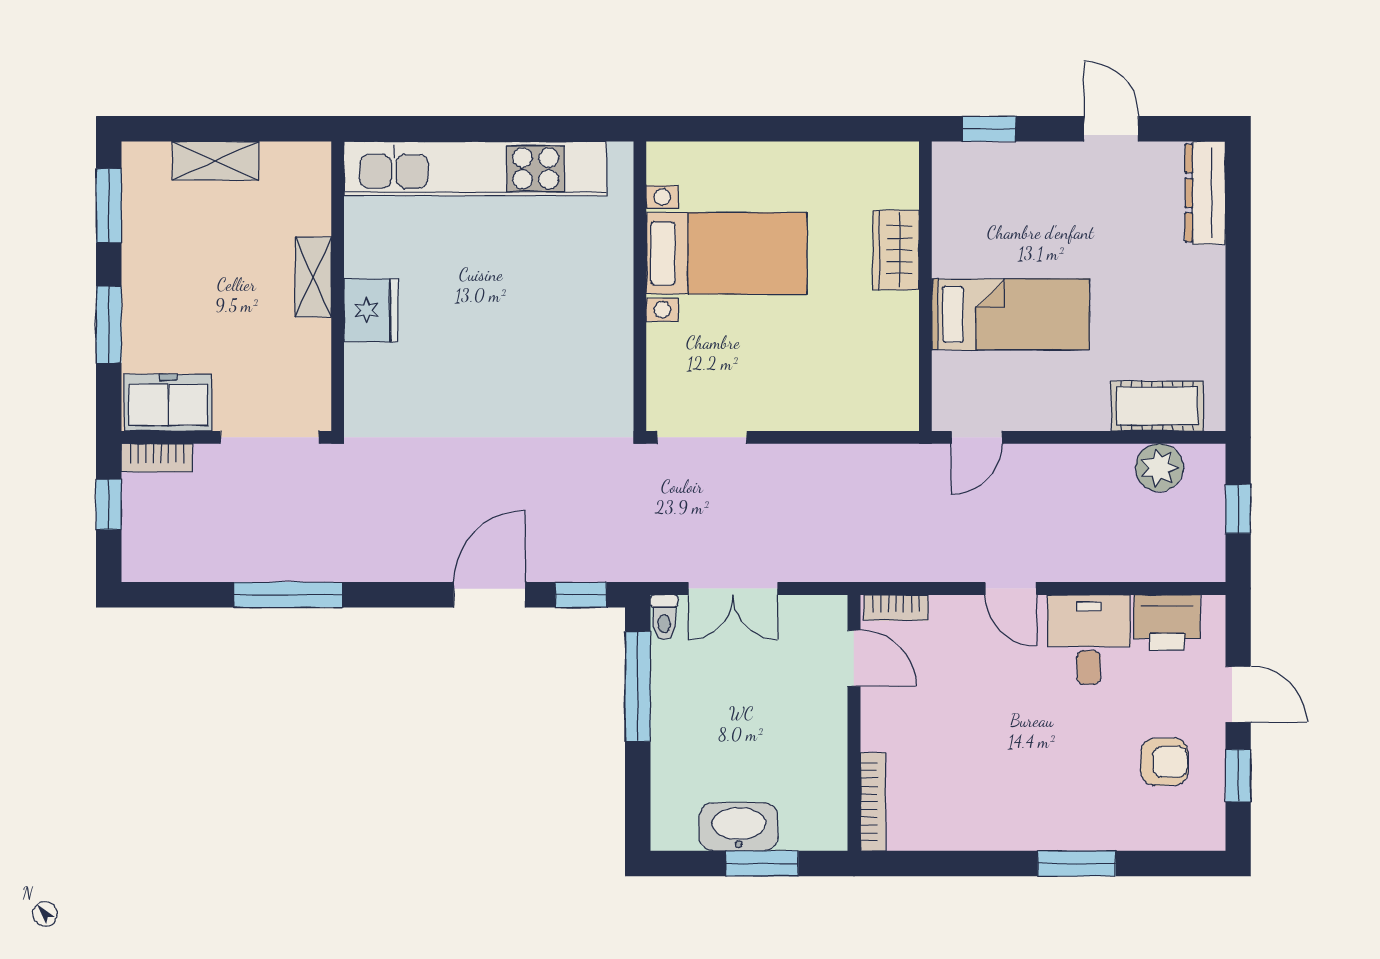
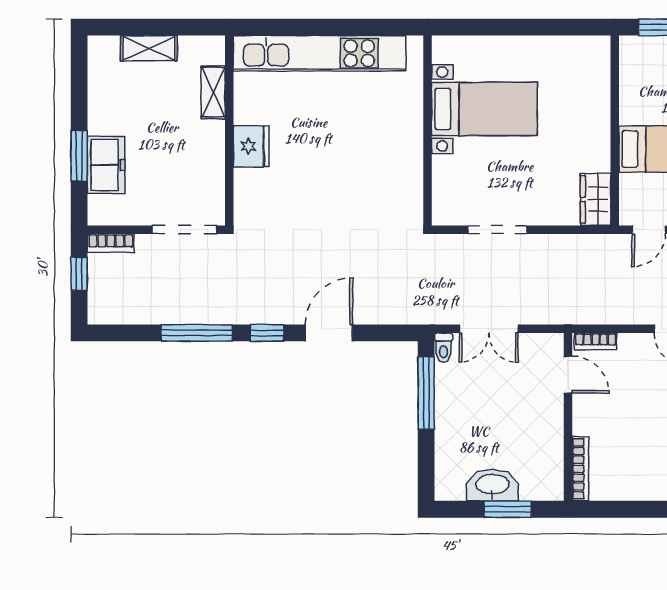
window: (109, 206) -> (79, 78), removed
wardrobe: (896, 250) -> (596, 199), moved
shelving: (313, 277) -> (213, 92), moved
freezer: (168, 403) -> (106, 165), moved, turned 90
doorway: (702, 437) -> (497, 230), moved
window: (581, 595) -> (267, 333), moved

